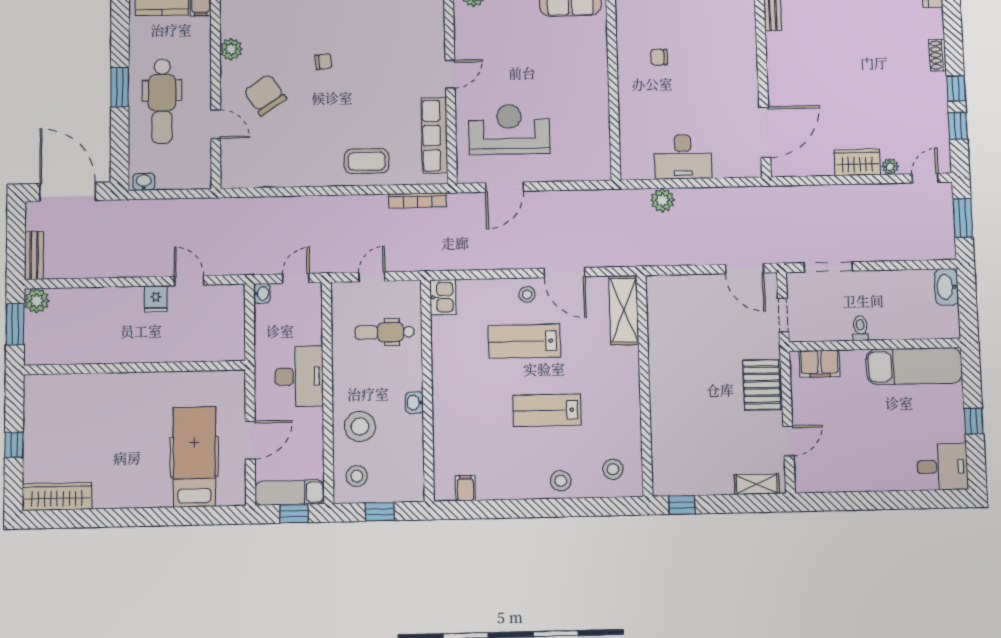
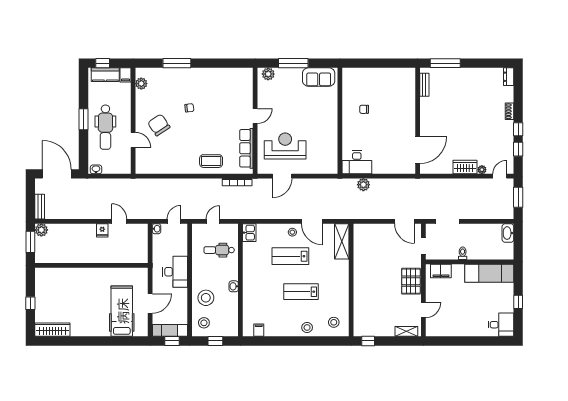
plant: (231, 49) -> (141, 84), moved
desk: (683, 157) -> (357, 162), moved

